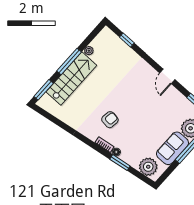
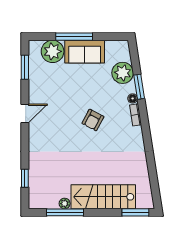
window: (69, 61) -> (65, 212), moved
armchair: (110, 120) -> (93, 120), moved, turned -69
plant: (148, 167) -> (123, 73), moved

